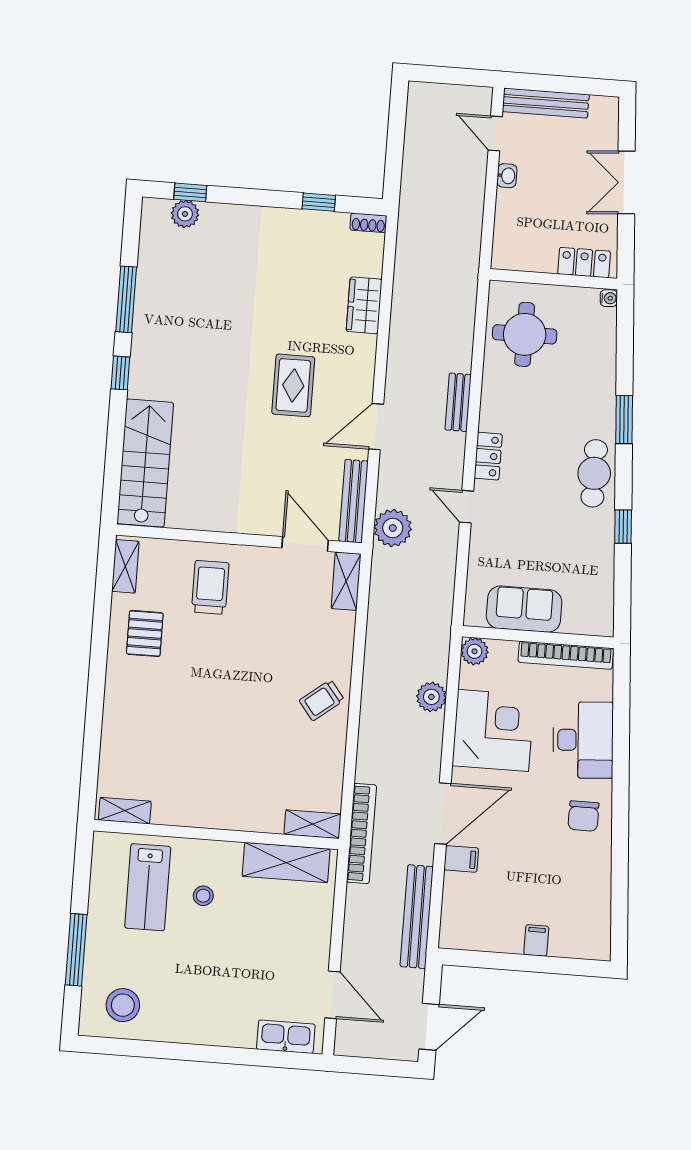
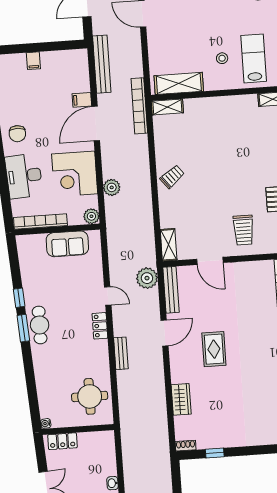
window: (624, 420) -> (23, 328), moved
door: (305, 544) -> (210, 261), moved
chair: (583, 816) -> (17, 134), turned 180

